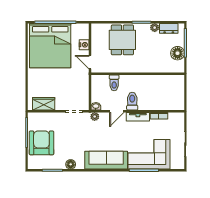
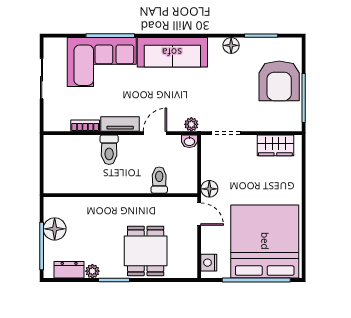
nightstand: (84, 45) -> (209, 263), moved
floor lamp: (84, 77) -> (209, 189), added
toilet: (132, 101) -> (109, 150), moved

